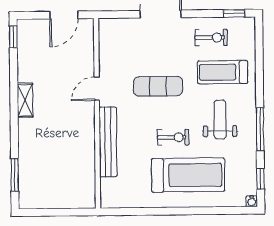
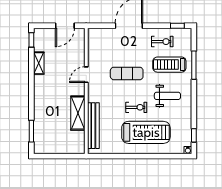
shelving: (25, 100) -> (39, 63), moved
weight bench: (220, 120) -> (167, 96), turned 90
window: (260, 129) -> (194, 65), moved
bench: (108, 142) -> (93, 126), moved
shelving: (85, 147) -> (78, 113), added

